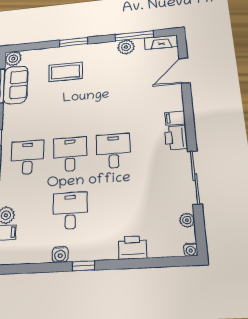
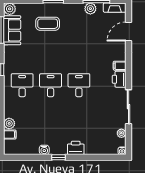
desk: (70, 211) -> (51, 123), removed
printer: (132, 247) -> (76, 148), moved

